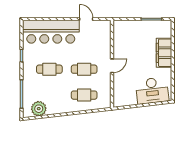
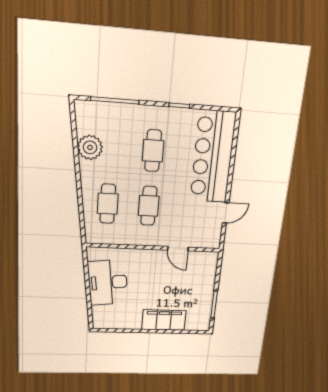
door: (112, 66) -> (178, 249), moved
desk: (152, 91) -> (108, 282), moved
plant: (39, 109) -> (90, 147), moved

